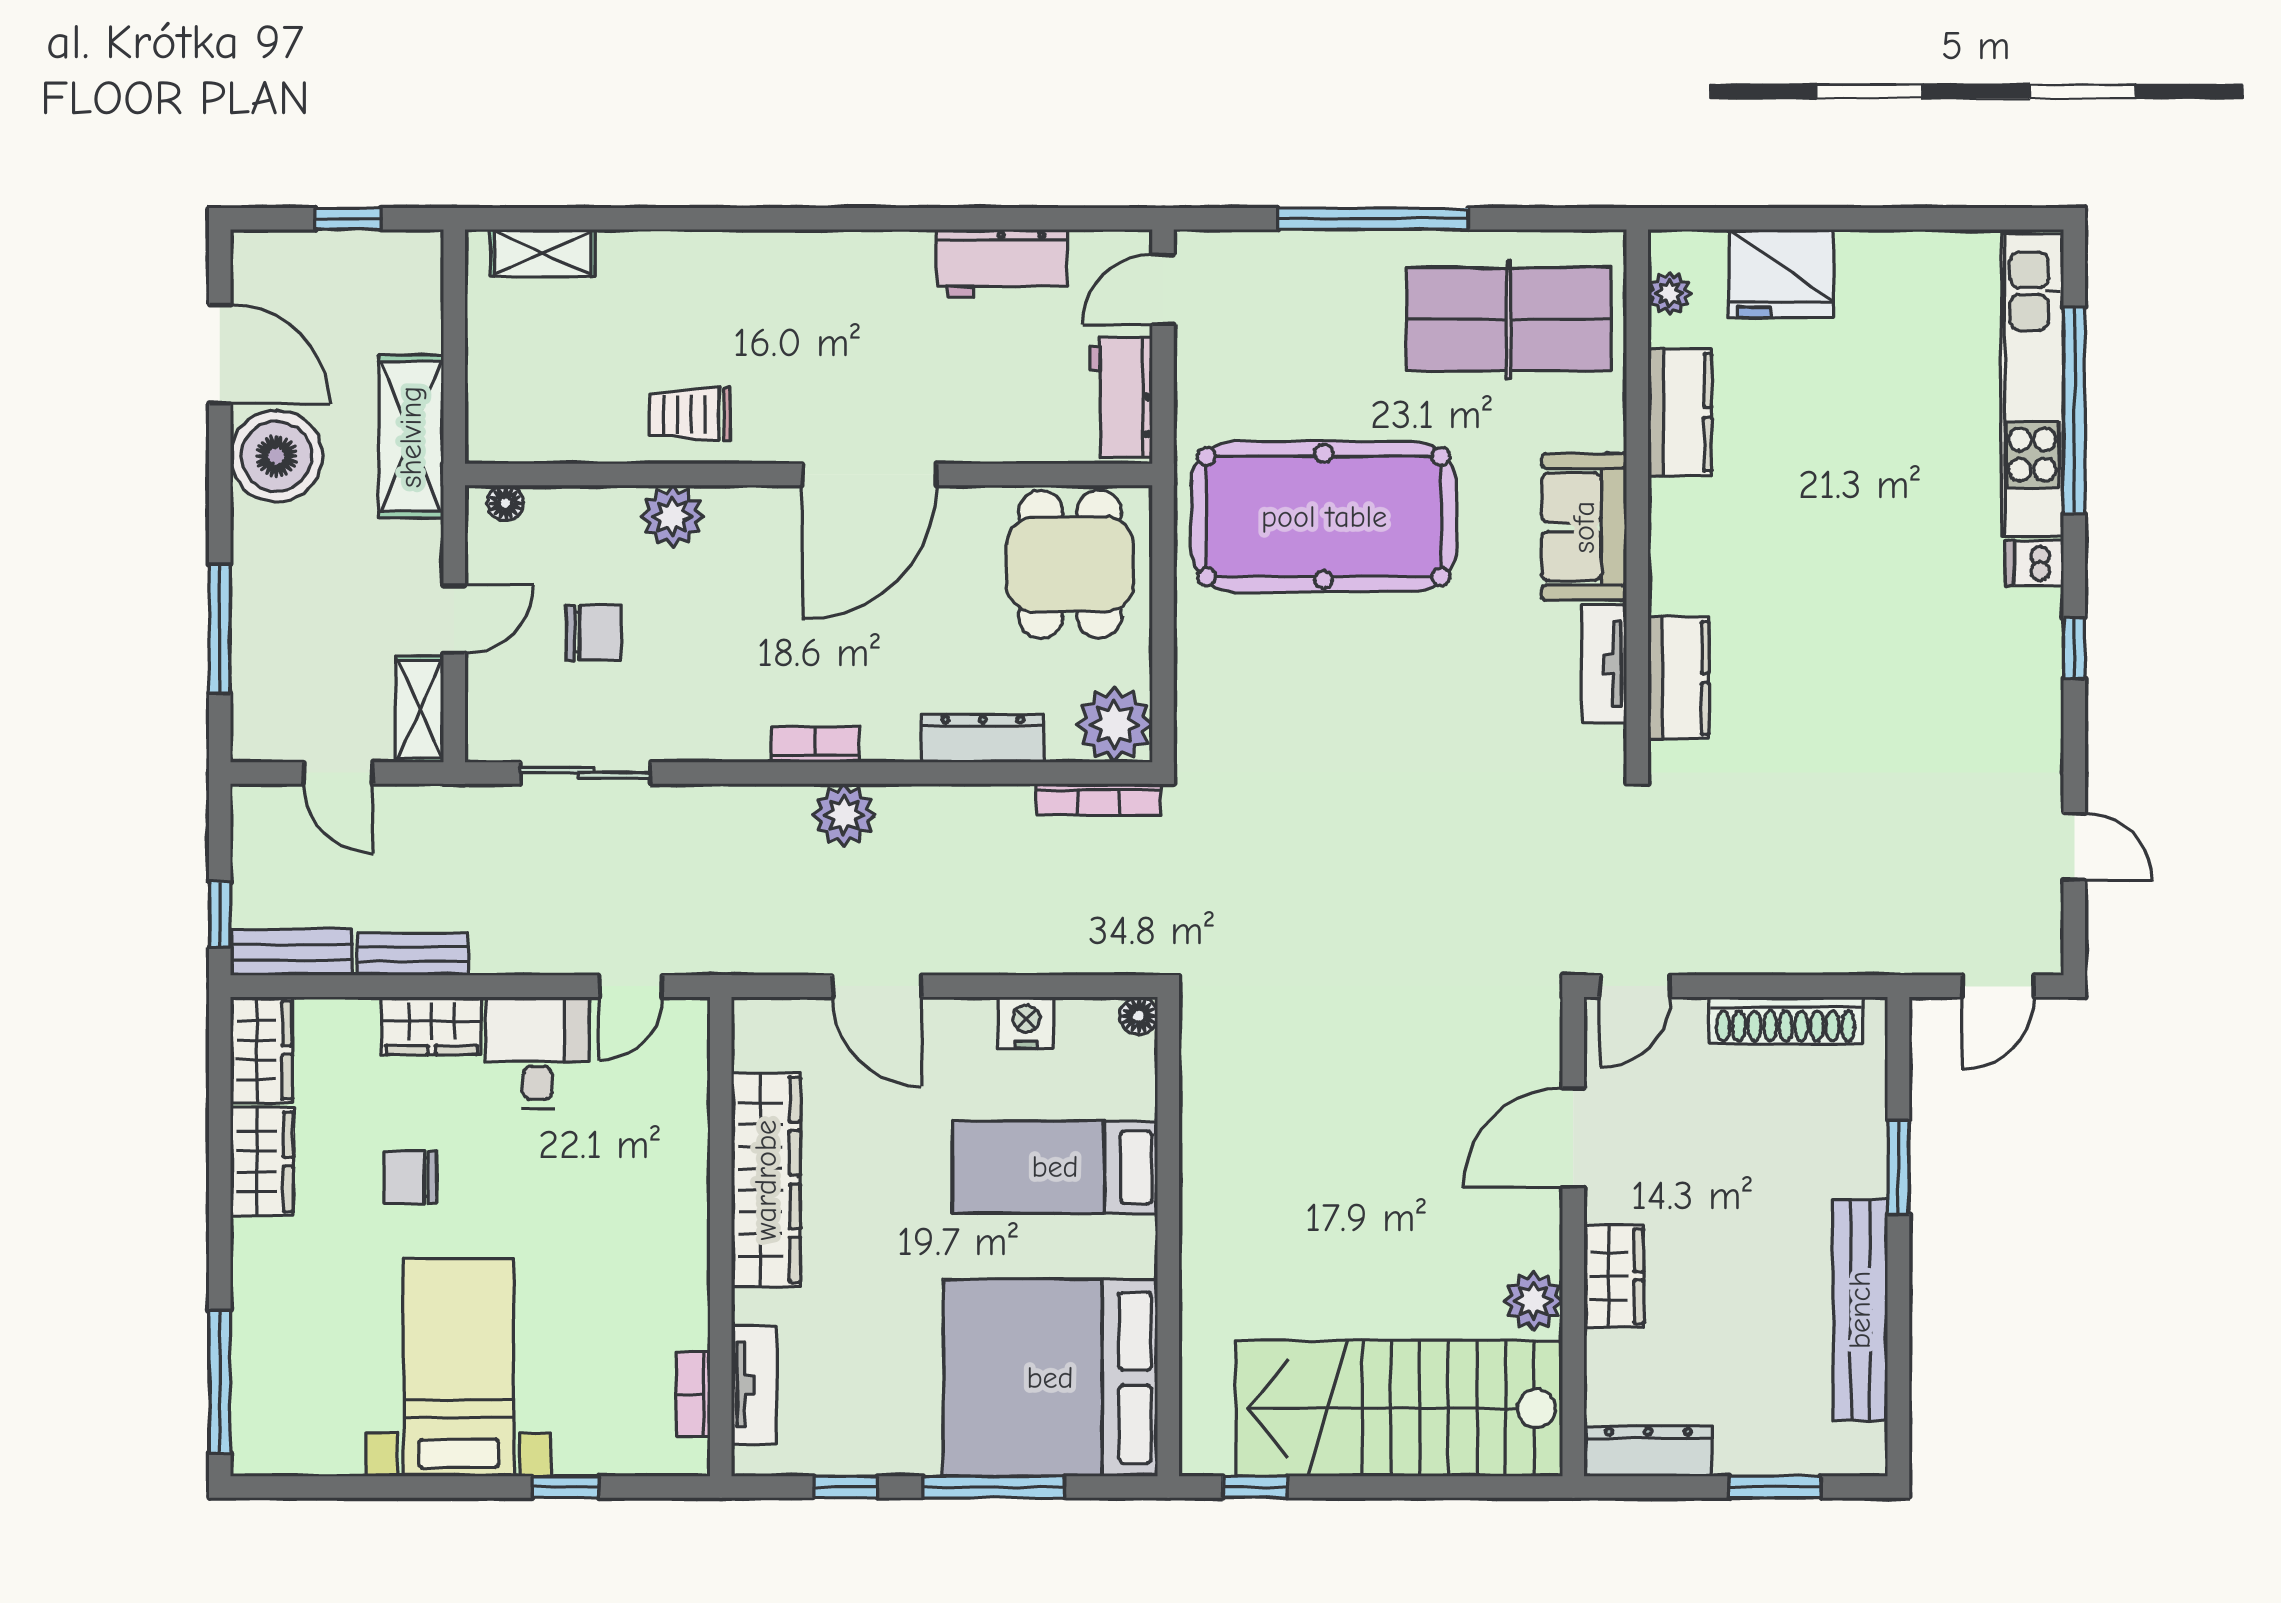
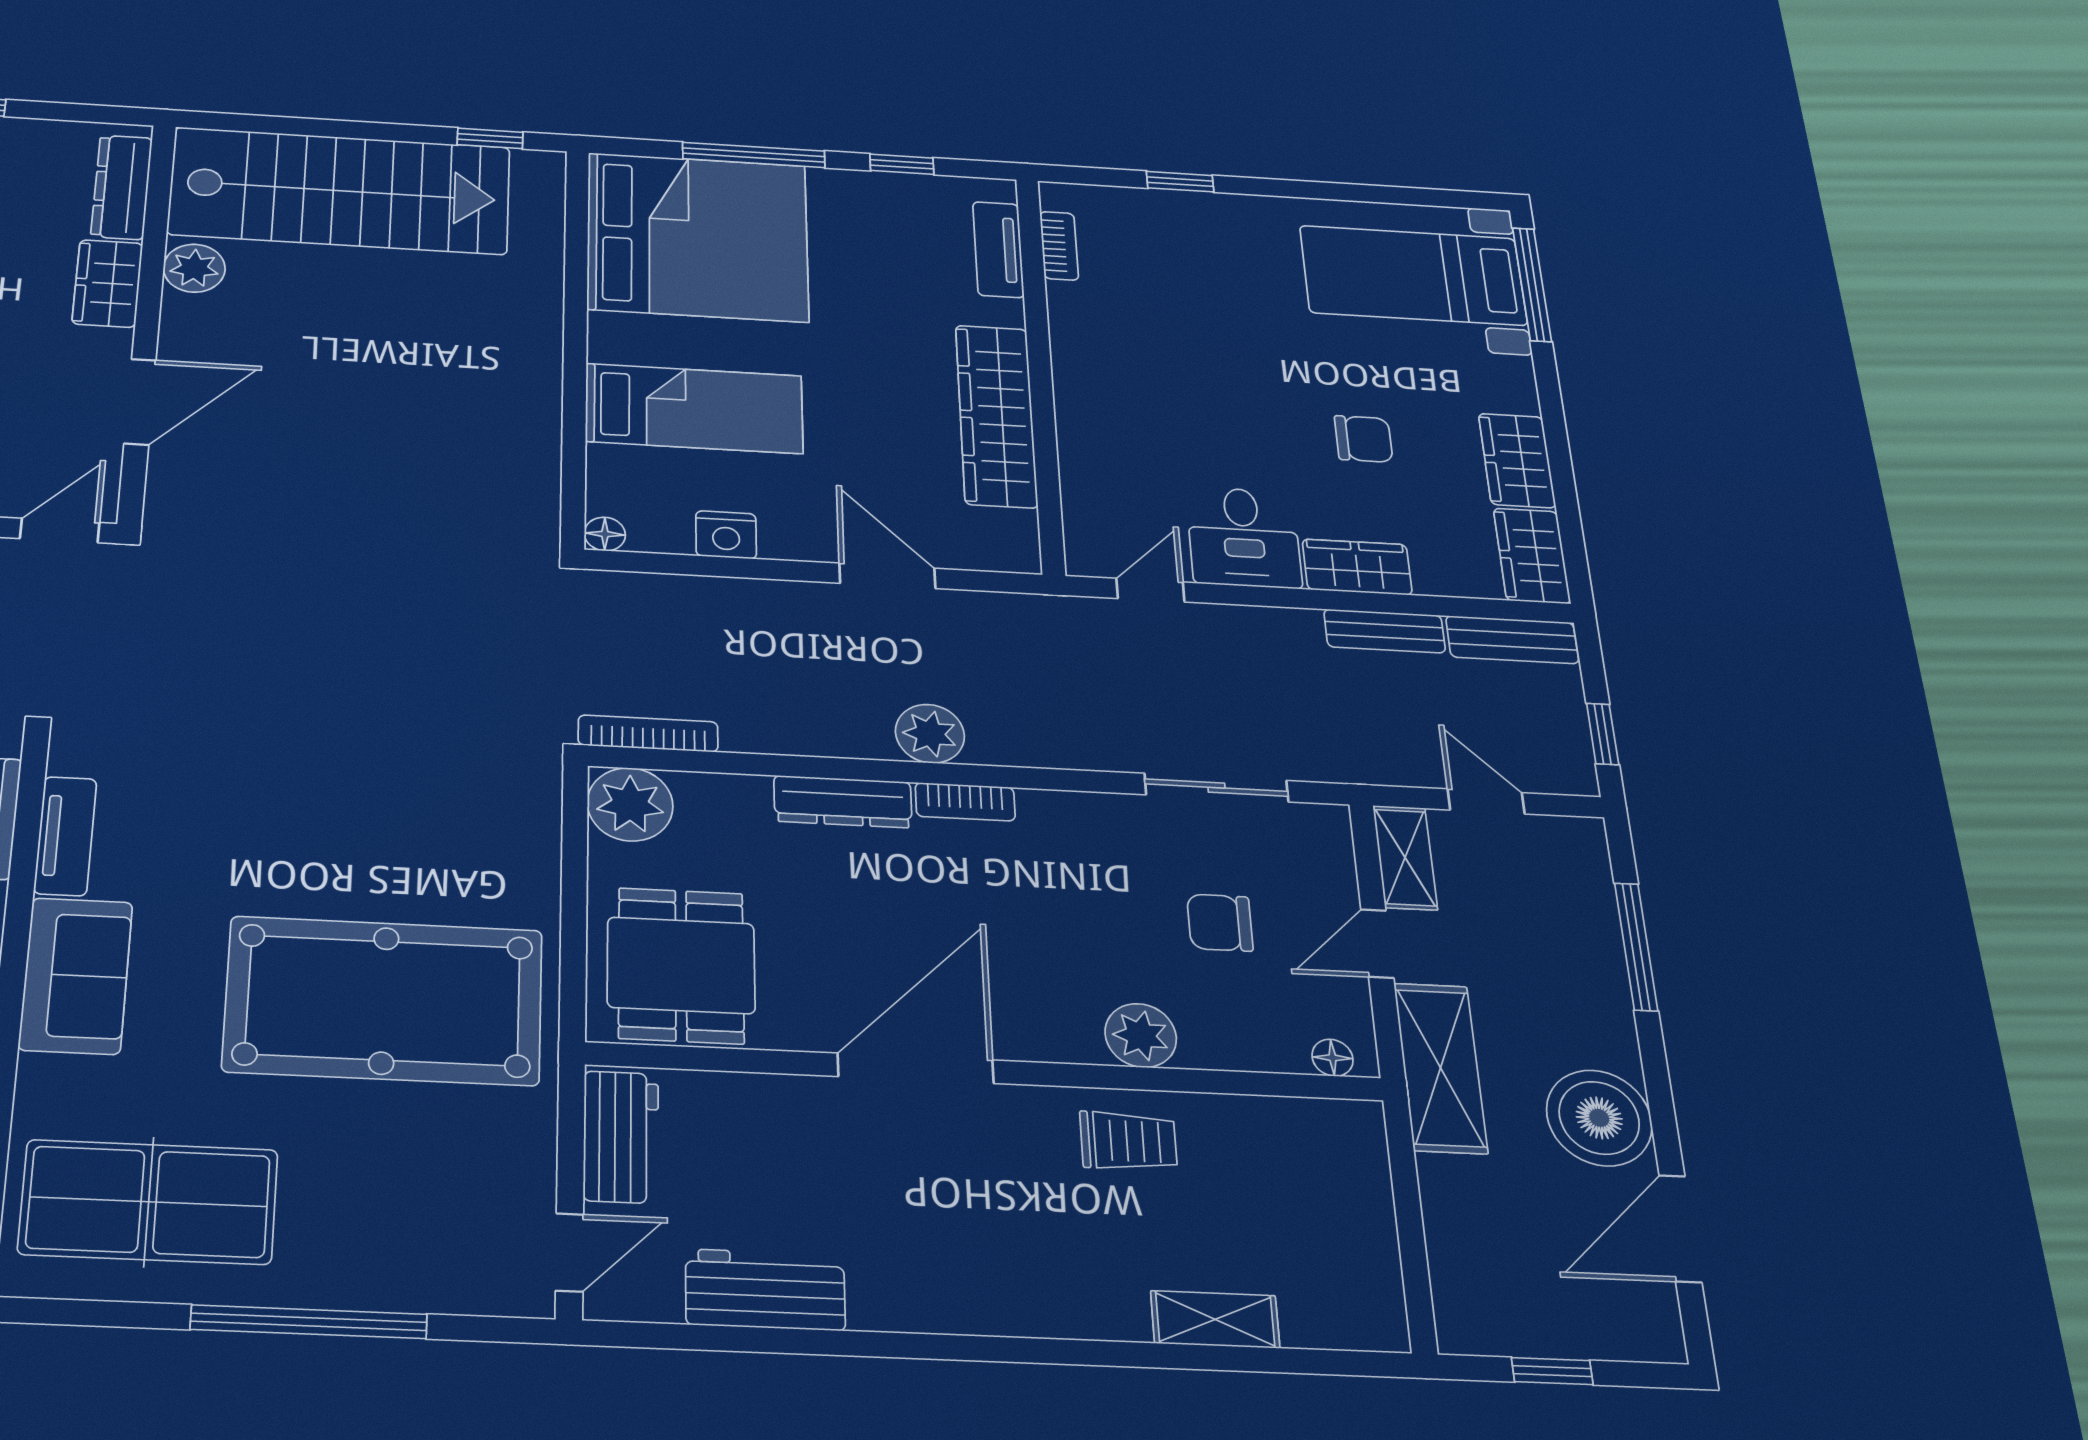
shelving: (543, 253) -> (1215, 1319), moved
door: (220, 354) -> (1680, 1229), hinge flipped
shelving: (411, 437) -> (1440, 1068), moved
dresser: (983, 738) -> (843, 802), moved
window: (220, 914) -> (1603, 734), moved
bed with nightstands: (459, 1367) -> (1413, 275), moved, turned 90
dresser: (1648, 1451) -> (122, 187), moved, turned 90

